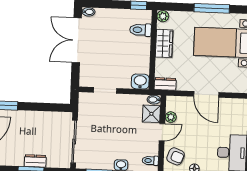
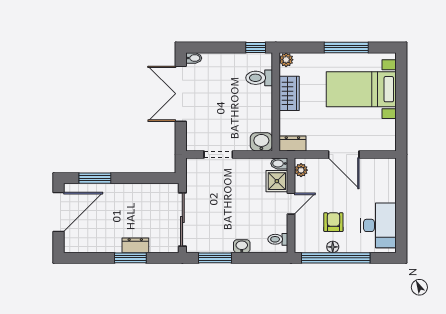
plant: (171, 117) -> (301, 170), moved
armchair: (176, 156) -> (333, 222), moved, turned -111

